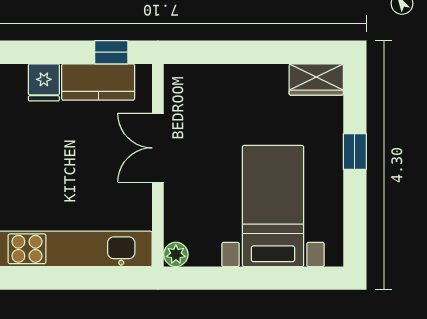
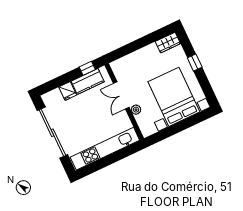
bed with nightstands: (273, 206) -> (174, 97), width x1.36
plant: (176, 254) -> (136, 110), moved

